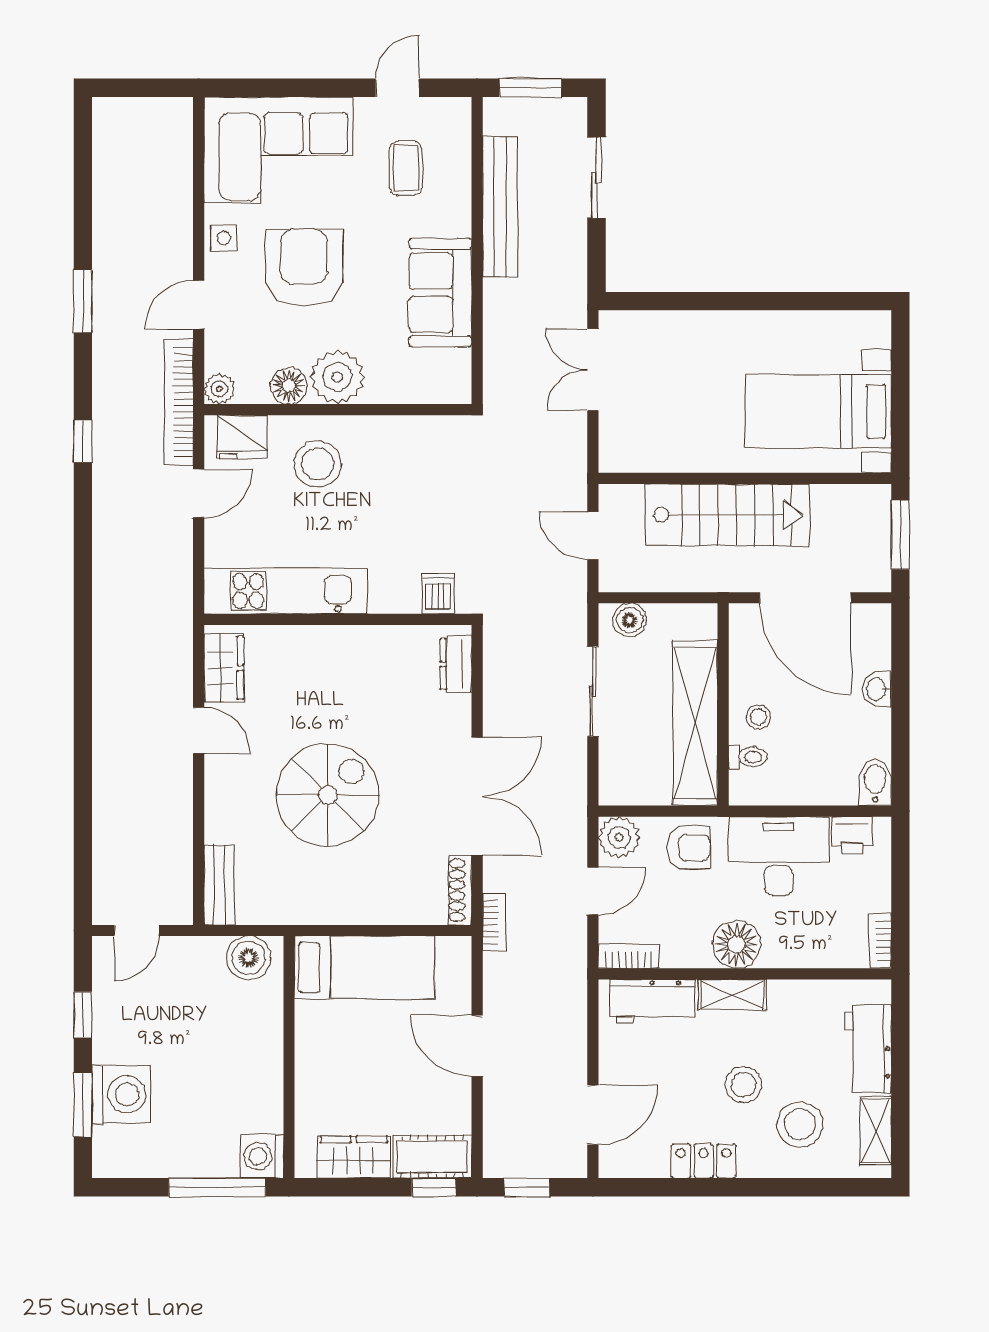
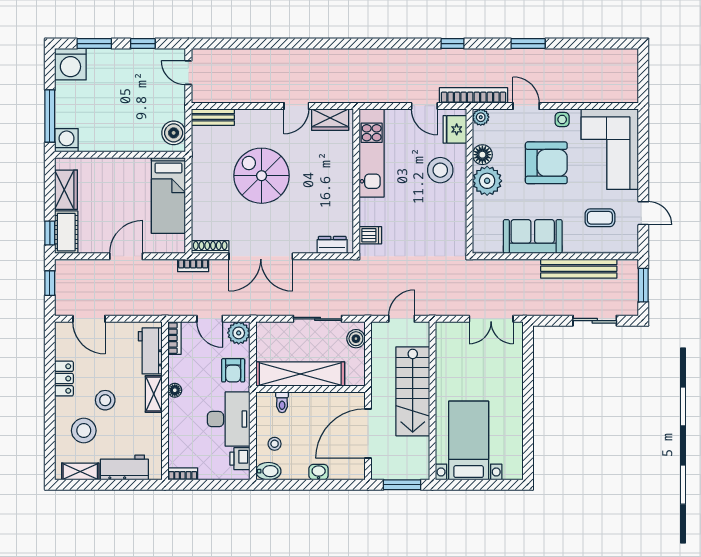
double door: (593, 370) -> (491, 319), swing flipped
stool: (758, 717) -> (275, 444), moved
spiral stairs: (328, 795) -> (262, 176), turned 180
floor lamp: (736, 944) -> (175, 390), width x0.53, depth x0.53
washing machine: (121, 1094) -> (70, 64), moved

